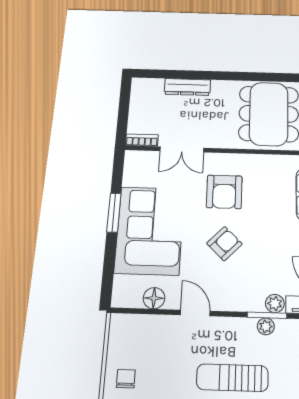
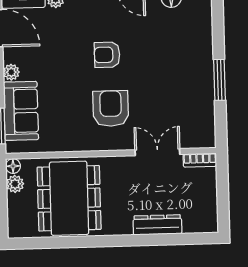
corner sofa: (150, 230) -> (182, 64), removed
armchair: (224, 244) -> (107, 55), turned 46

